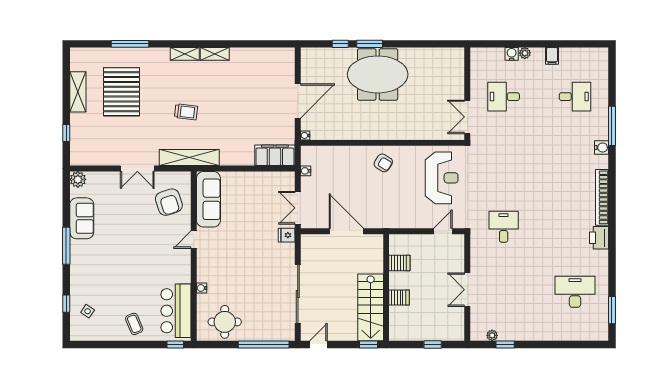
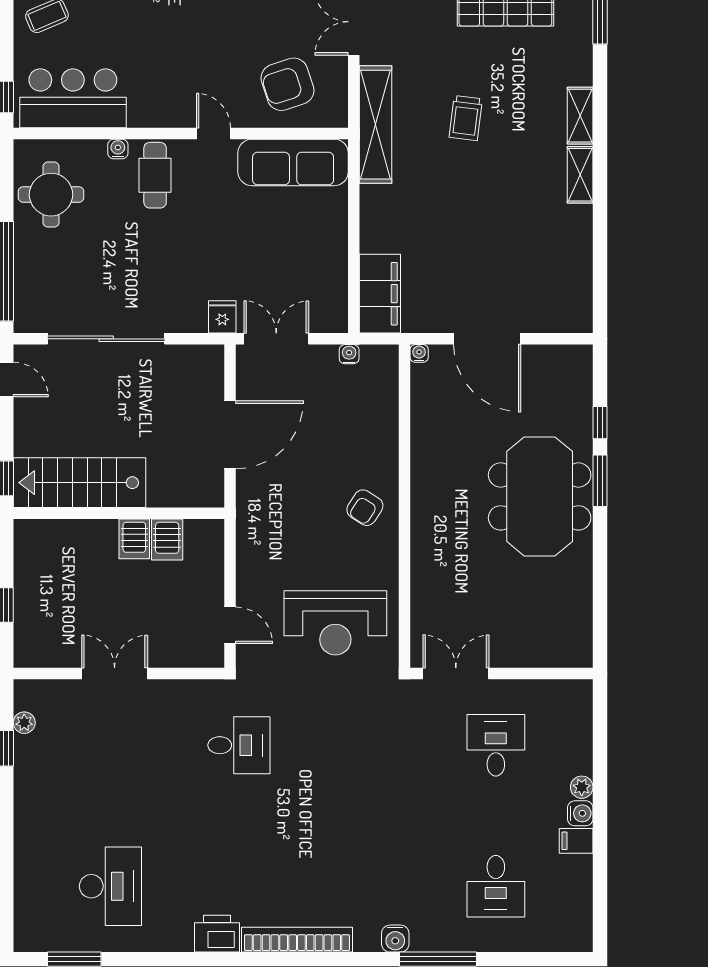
water cooler: (512, 54) -> (580, 813), moved
cafe table: (215, 269) -> (155, 175), added
server rack: (399, 297) -> (134, 539), moved

